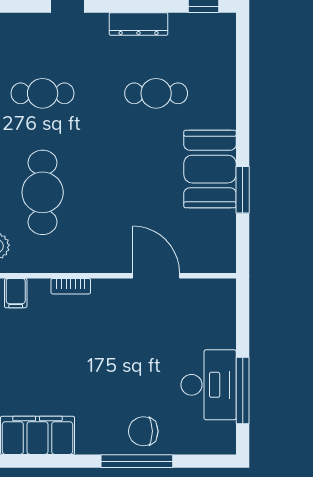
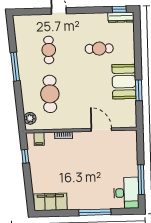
dresser: (139, 24) -> (121, 17), moved
cafe table: (43, 93) -> (49, 50), turned 90
desk: (209, 385) -> (126, 193), moved
chair: (143, 431) -> (97, 199), removed

